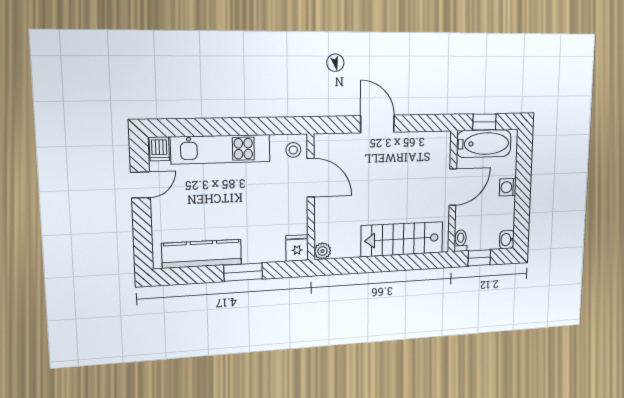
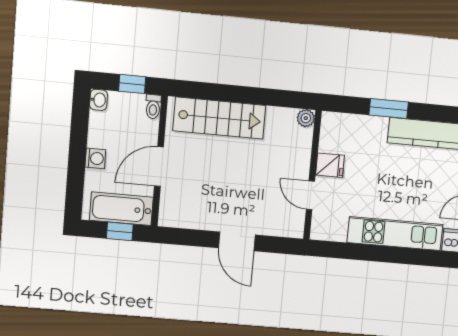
stool: (293, 150) -> (325, 225), removed
door: (311, 178) -> (310, 195), width x0.73
fridge: (297, 248) -> (330, 165), moved, turned -90

